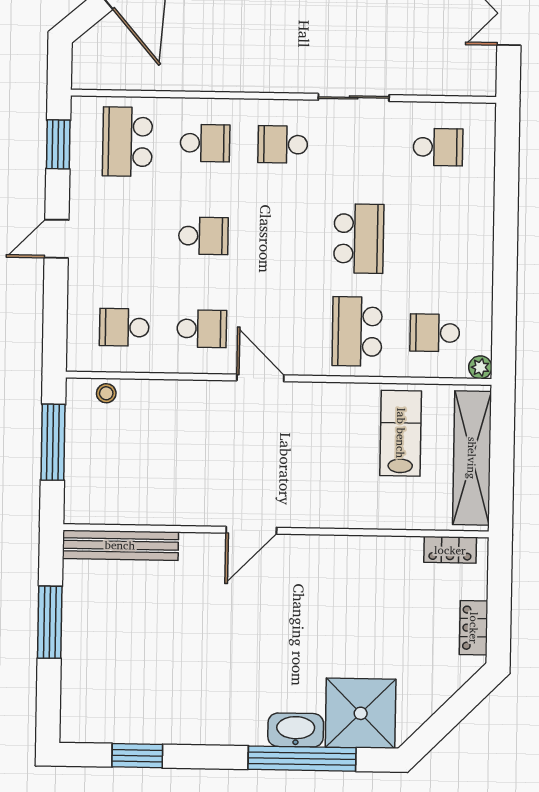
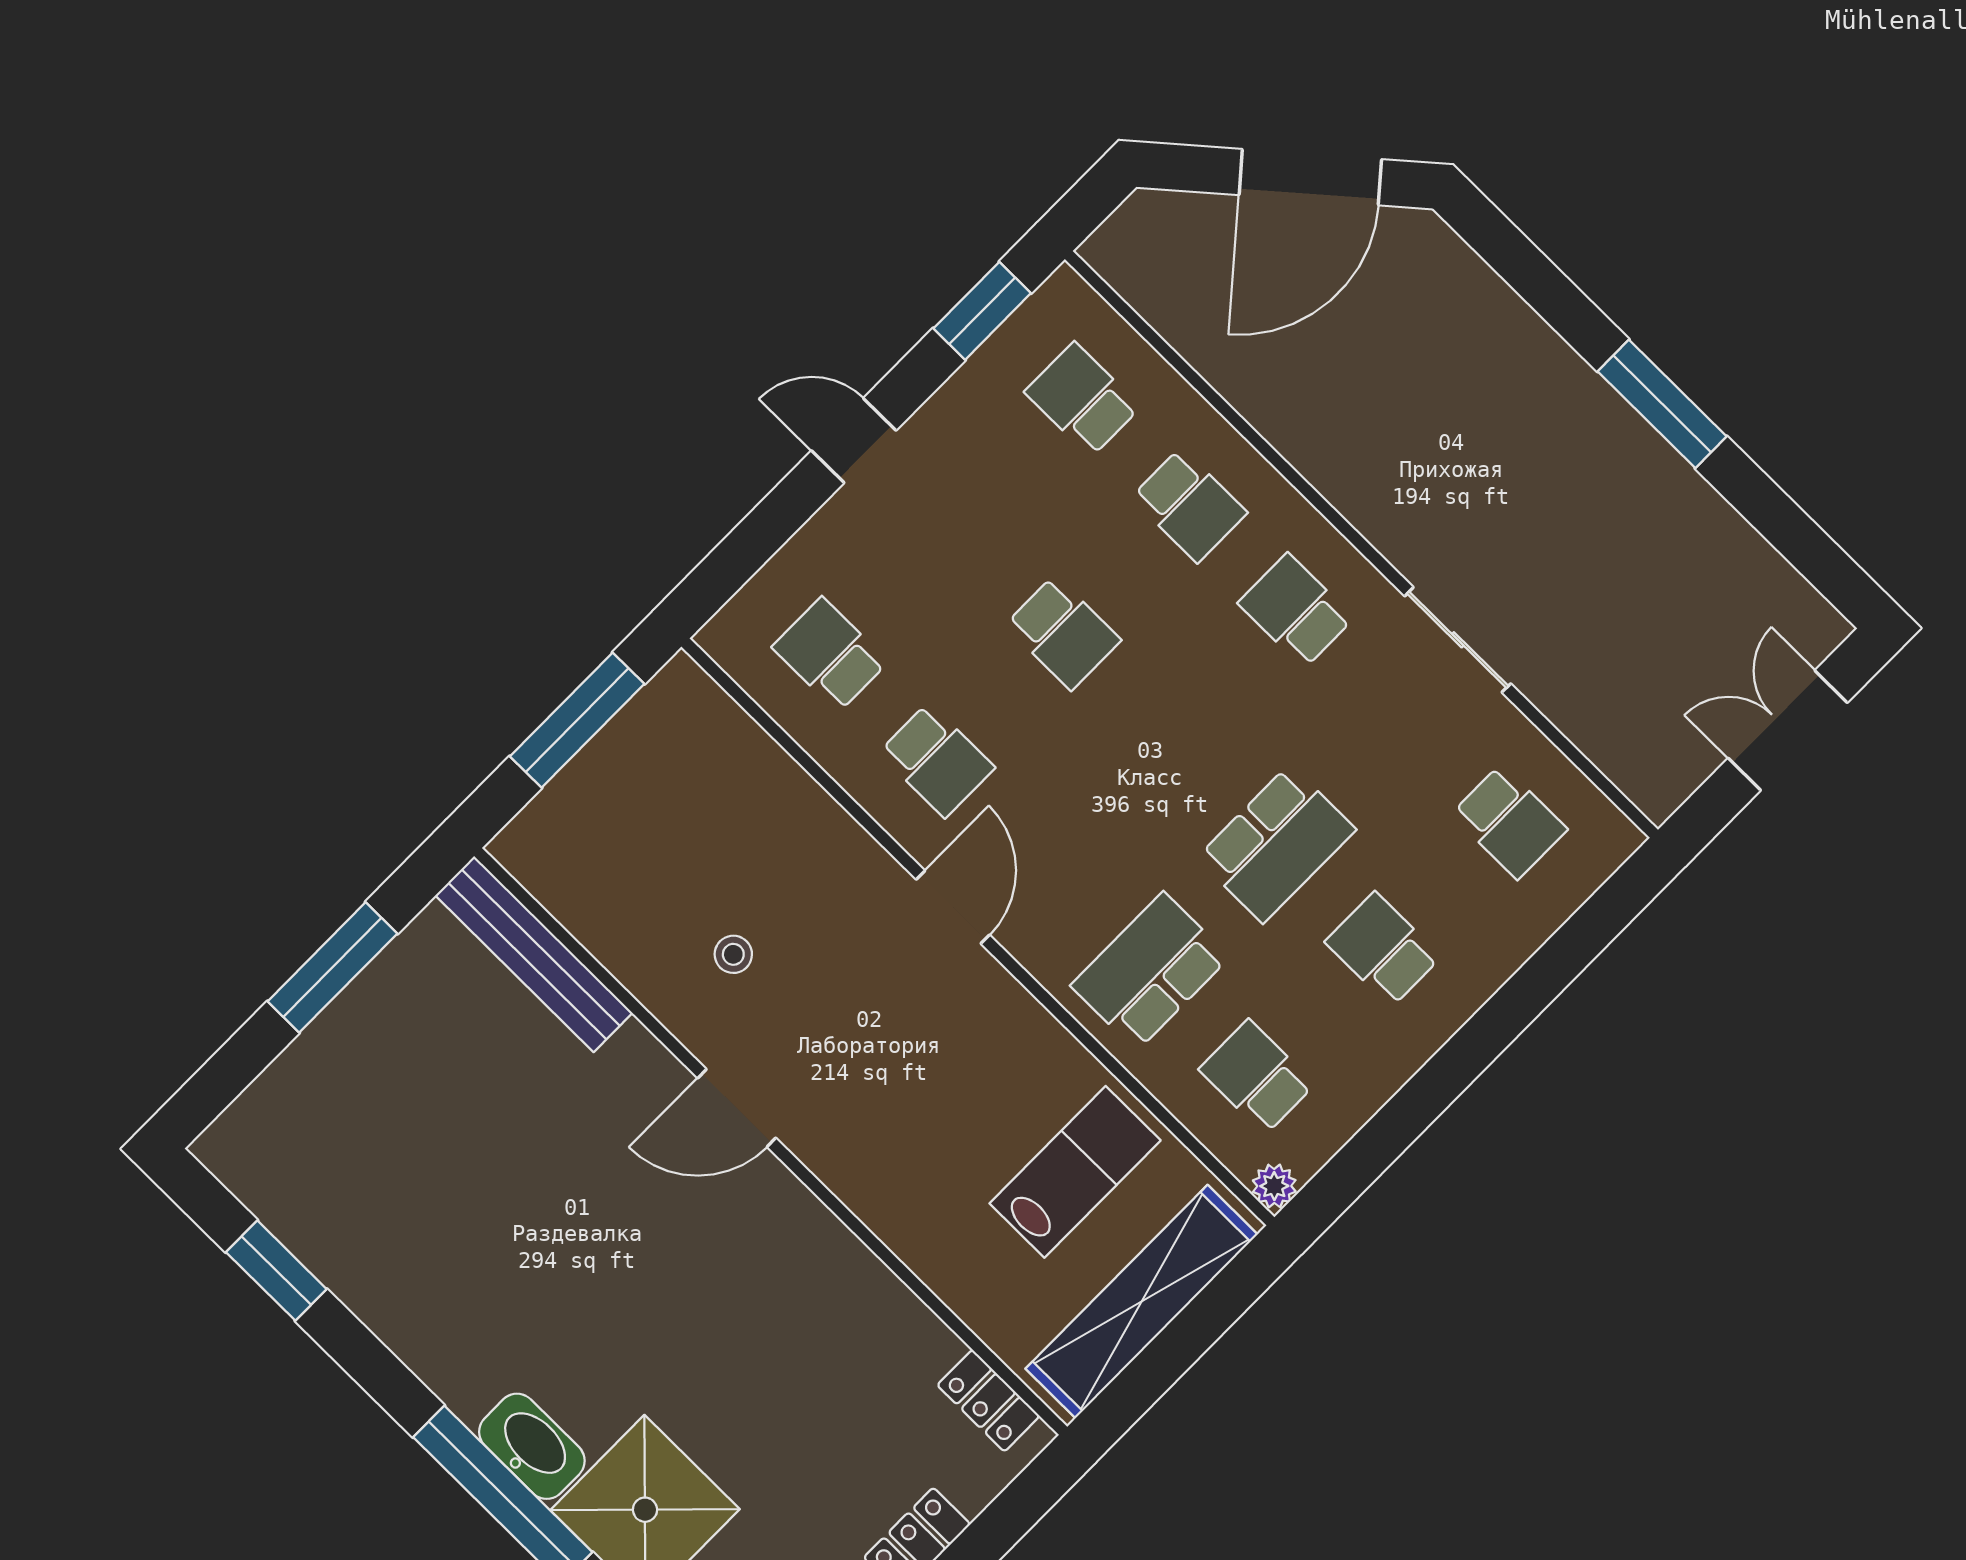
school desk: (127, 142) -> (1082, 399), width x0.54
school desk: (436, 240) -> (1383, 949), added
stool: (106, 393) -> (733, 954), moved

